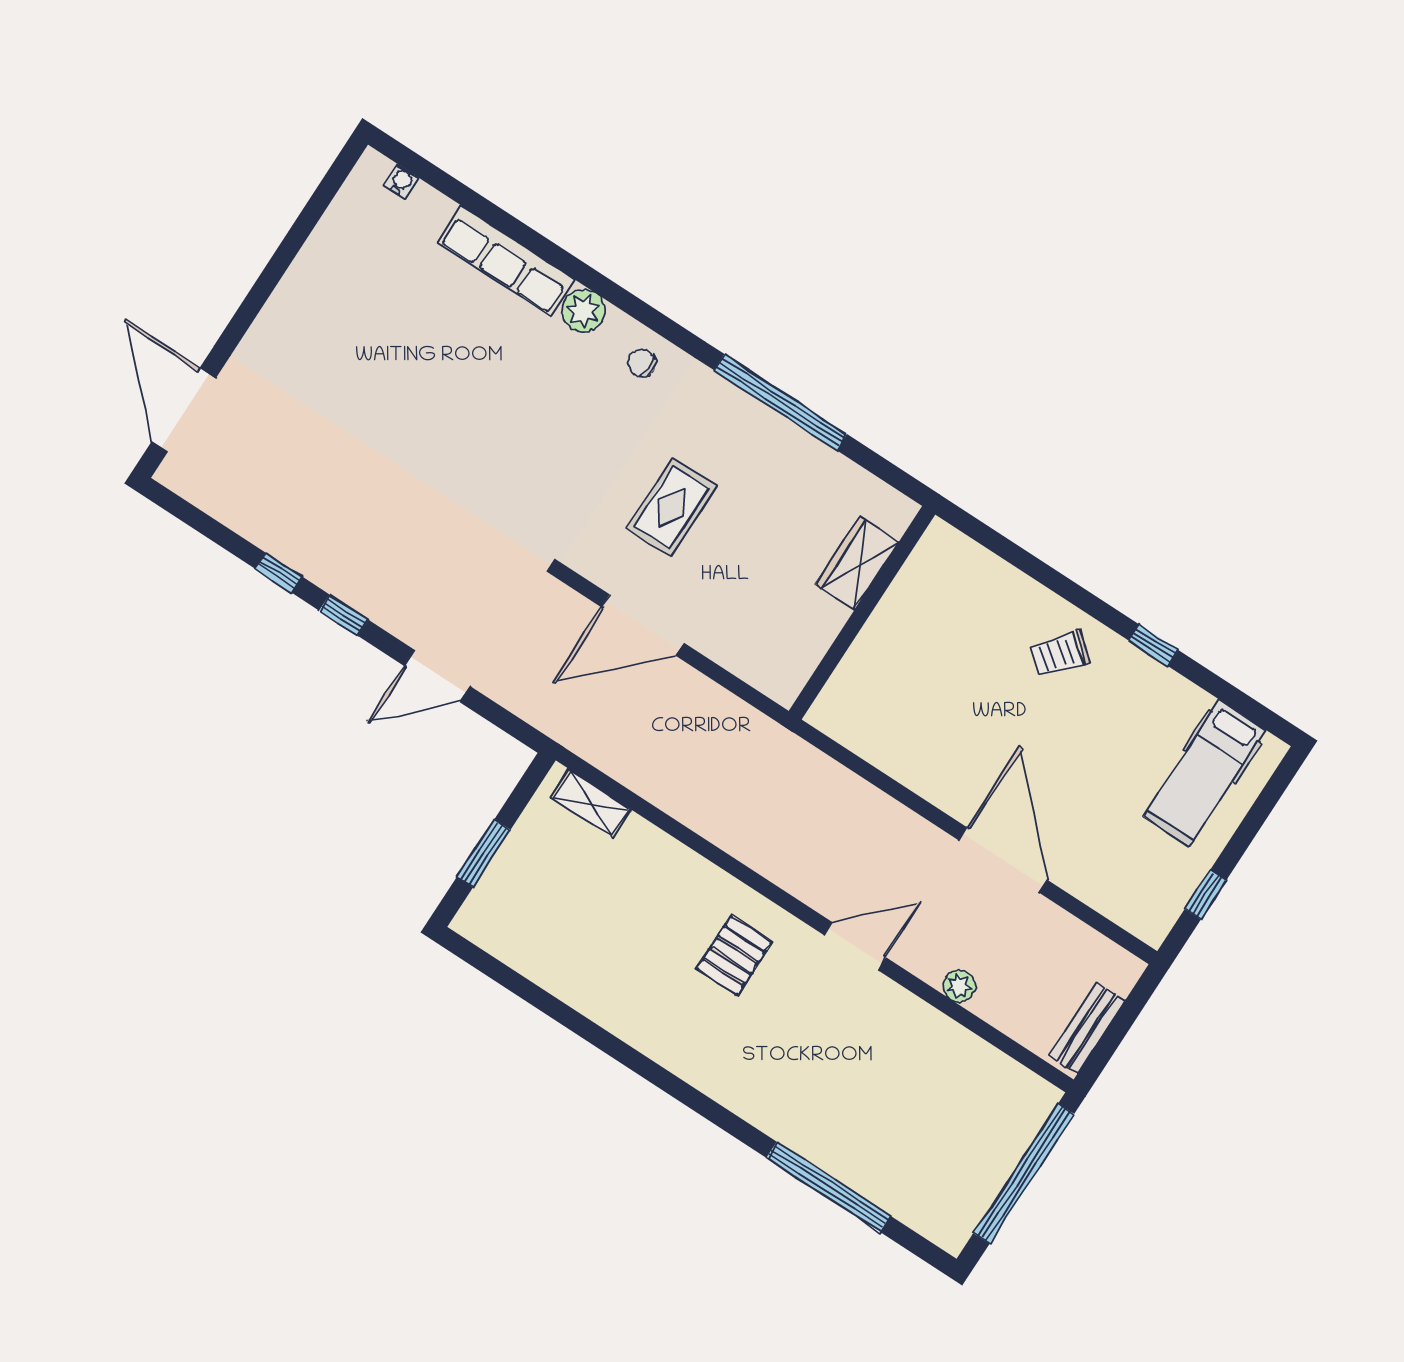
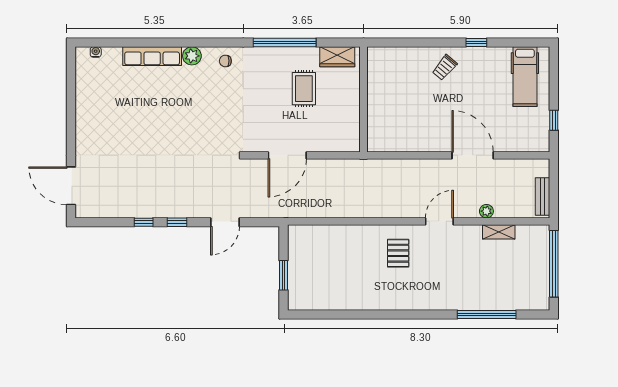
rug: (672, 507) -> (304, 89), moved
wardrobe: (857, 563) -> (337, 57), moved, turned -90
shelving: (591, 803) -> (499, 232), moved

